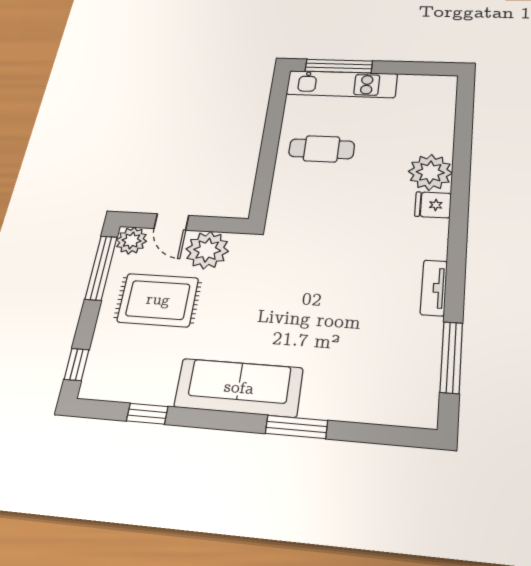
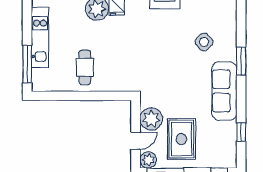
kitchen unit: (342, 84) -> (40, 37), moved
side table: (347, 356) -> (204, 42), added

